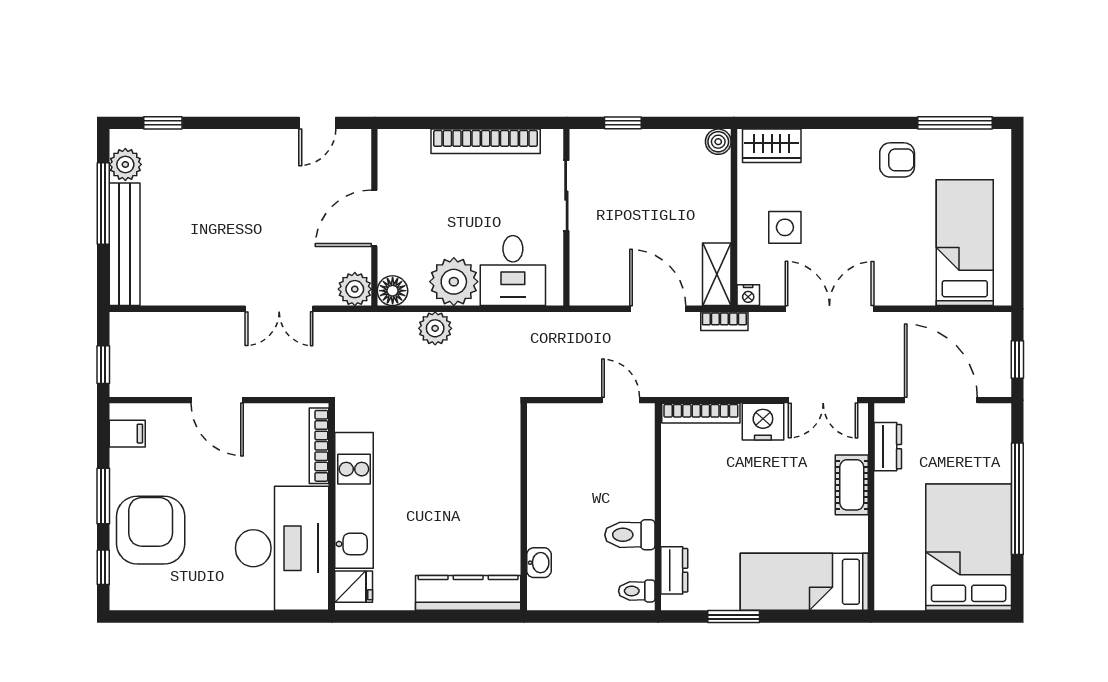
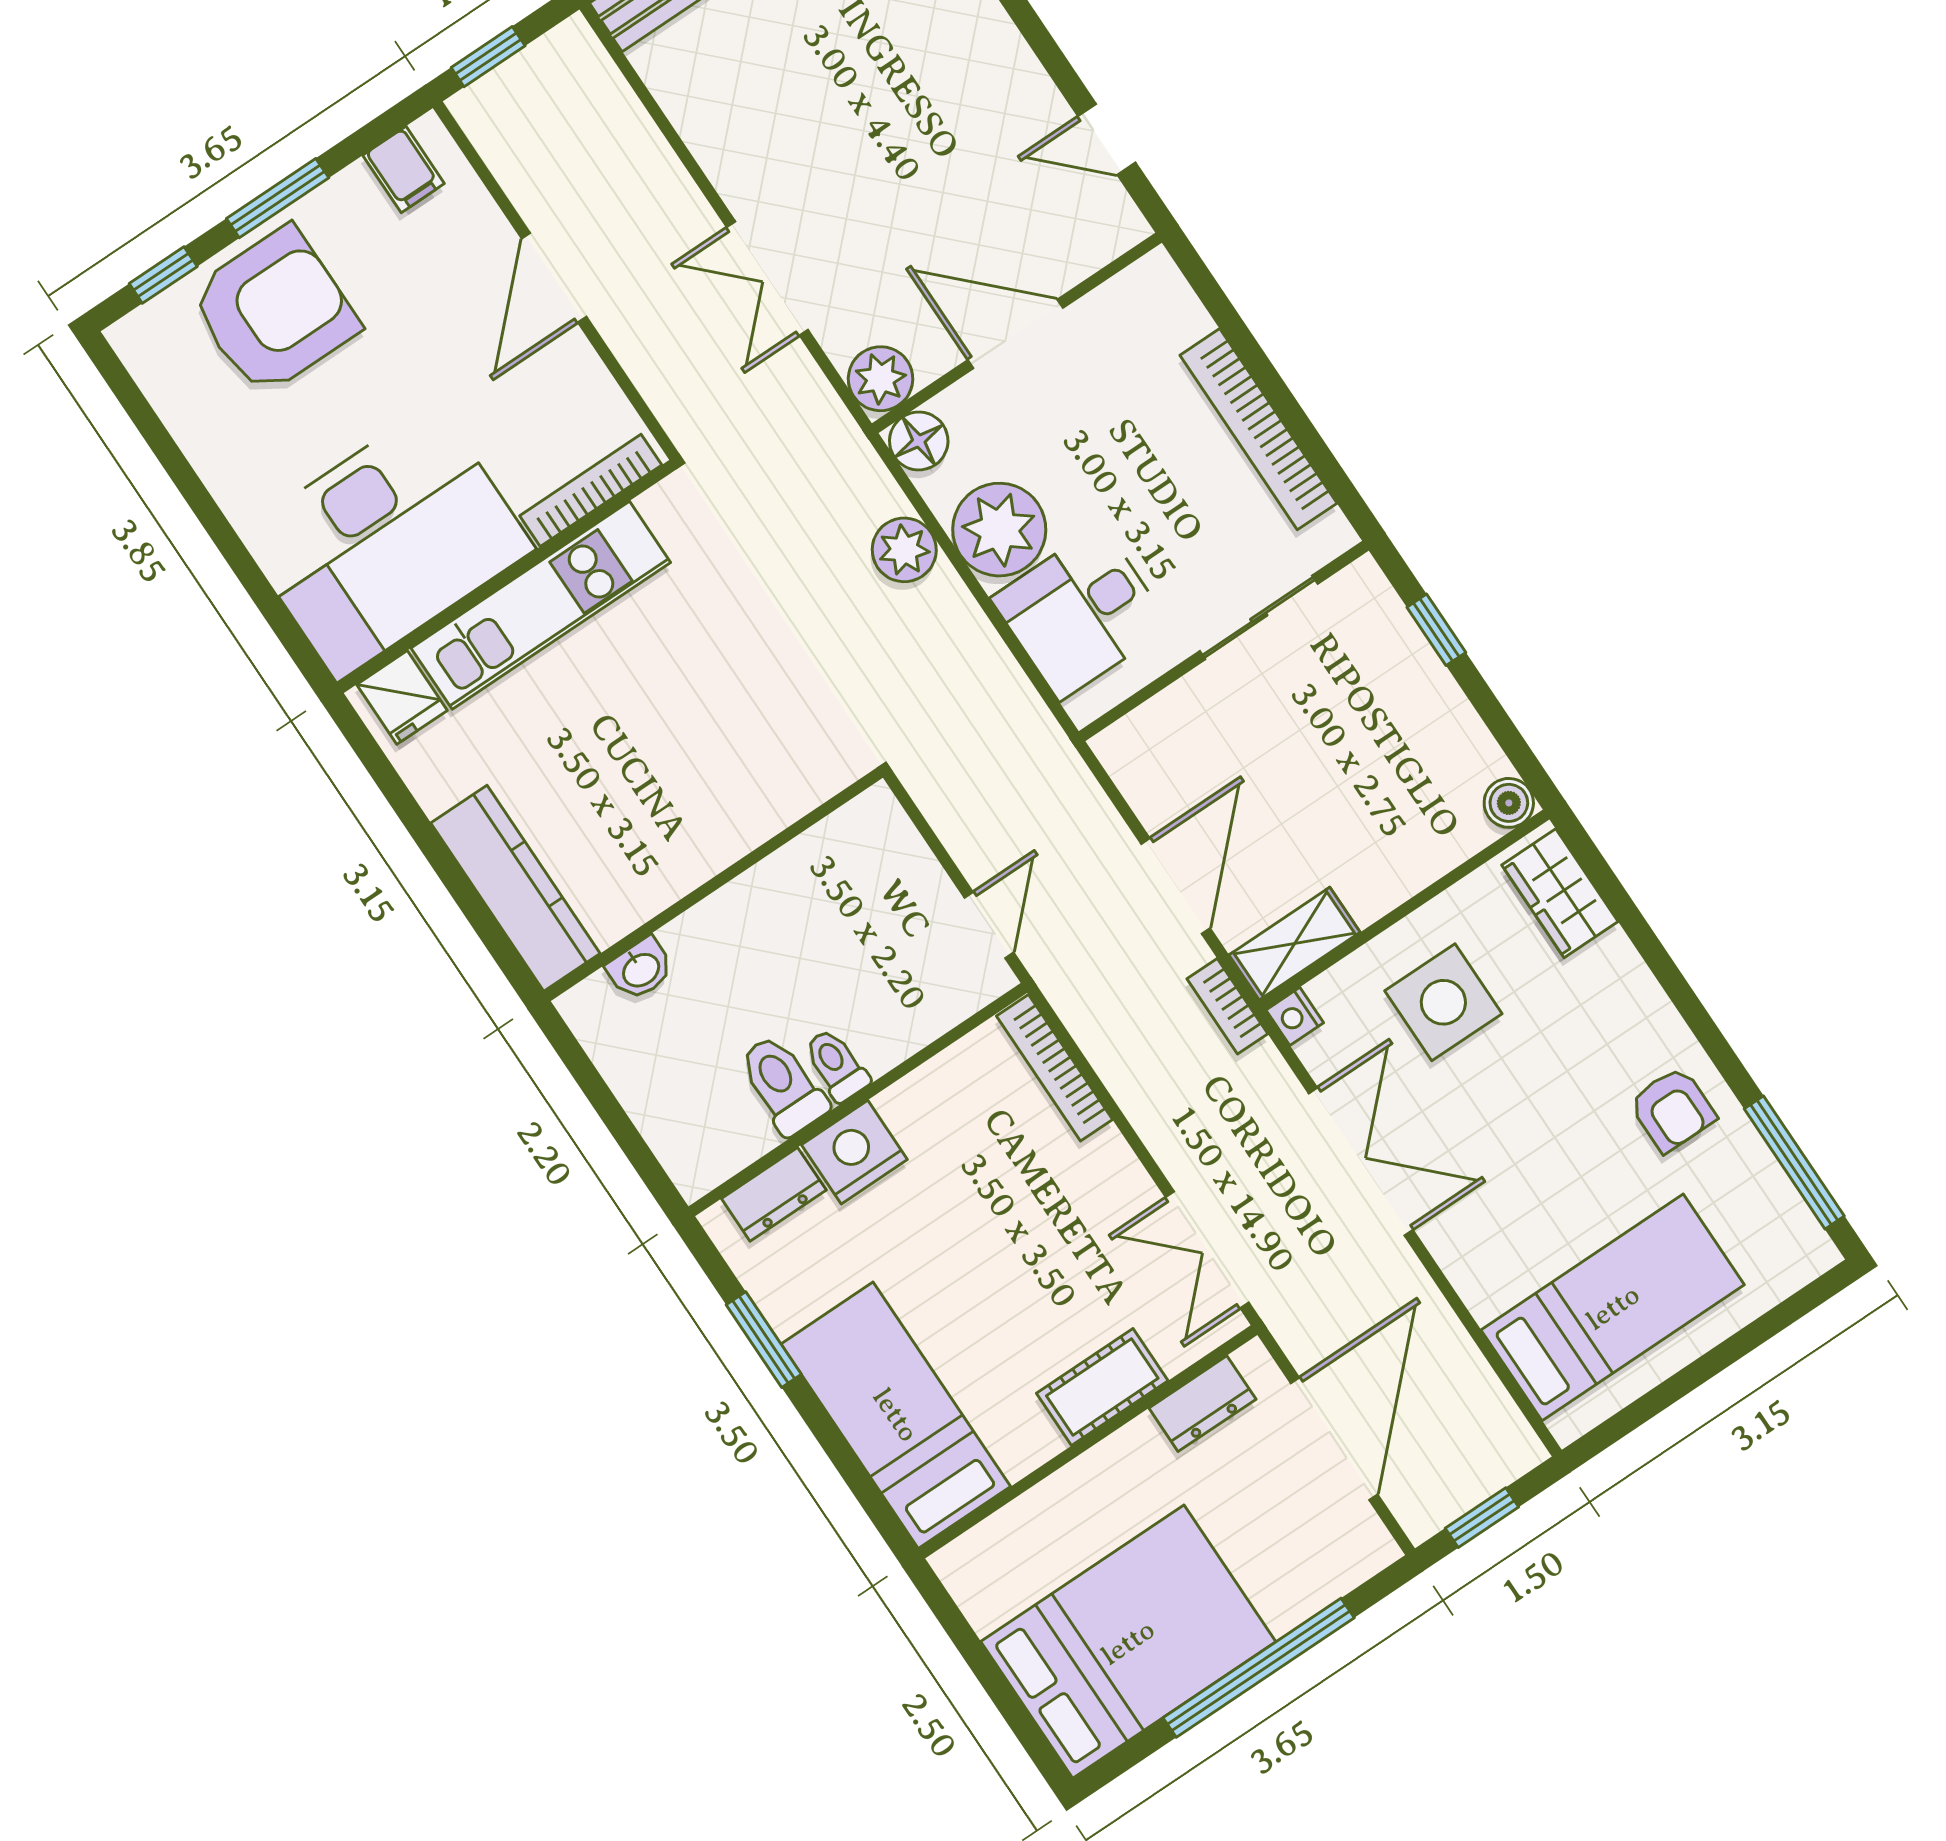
side table: (785, 227) -> (1443, 1002), width x1.37, depth x1.37
nightstand: (763, 422) -> (854, 1152), moved, turned -90
toilet: (637, 591) -> (836, 1065), moved

